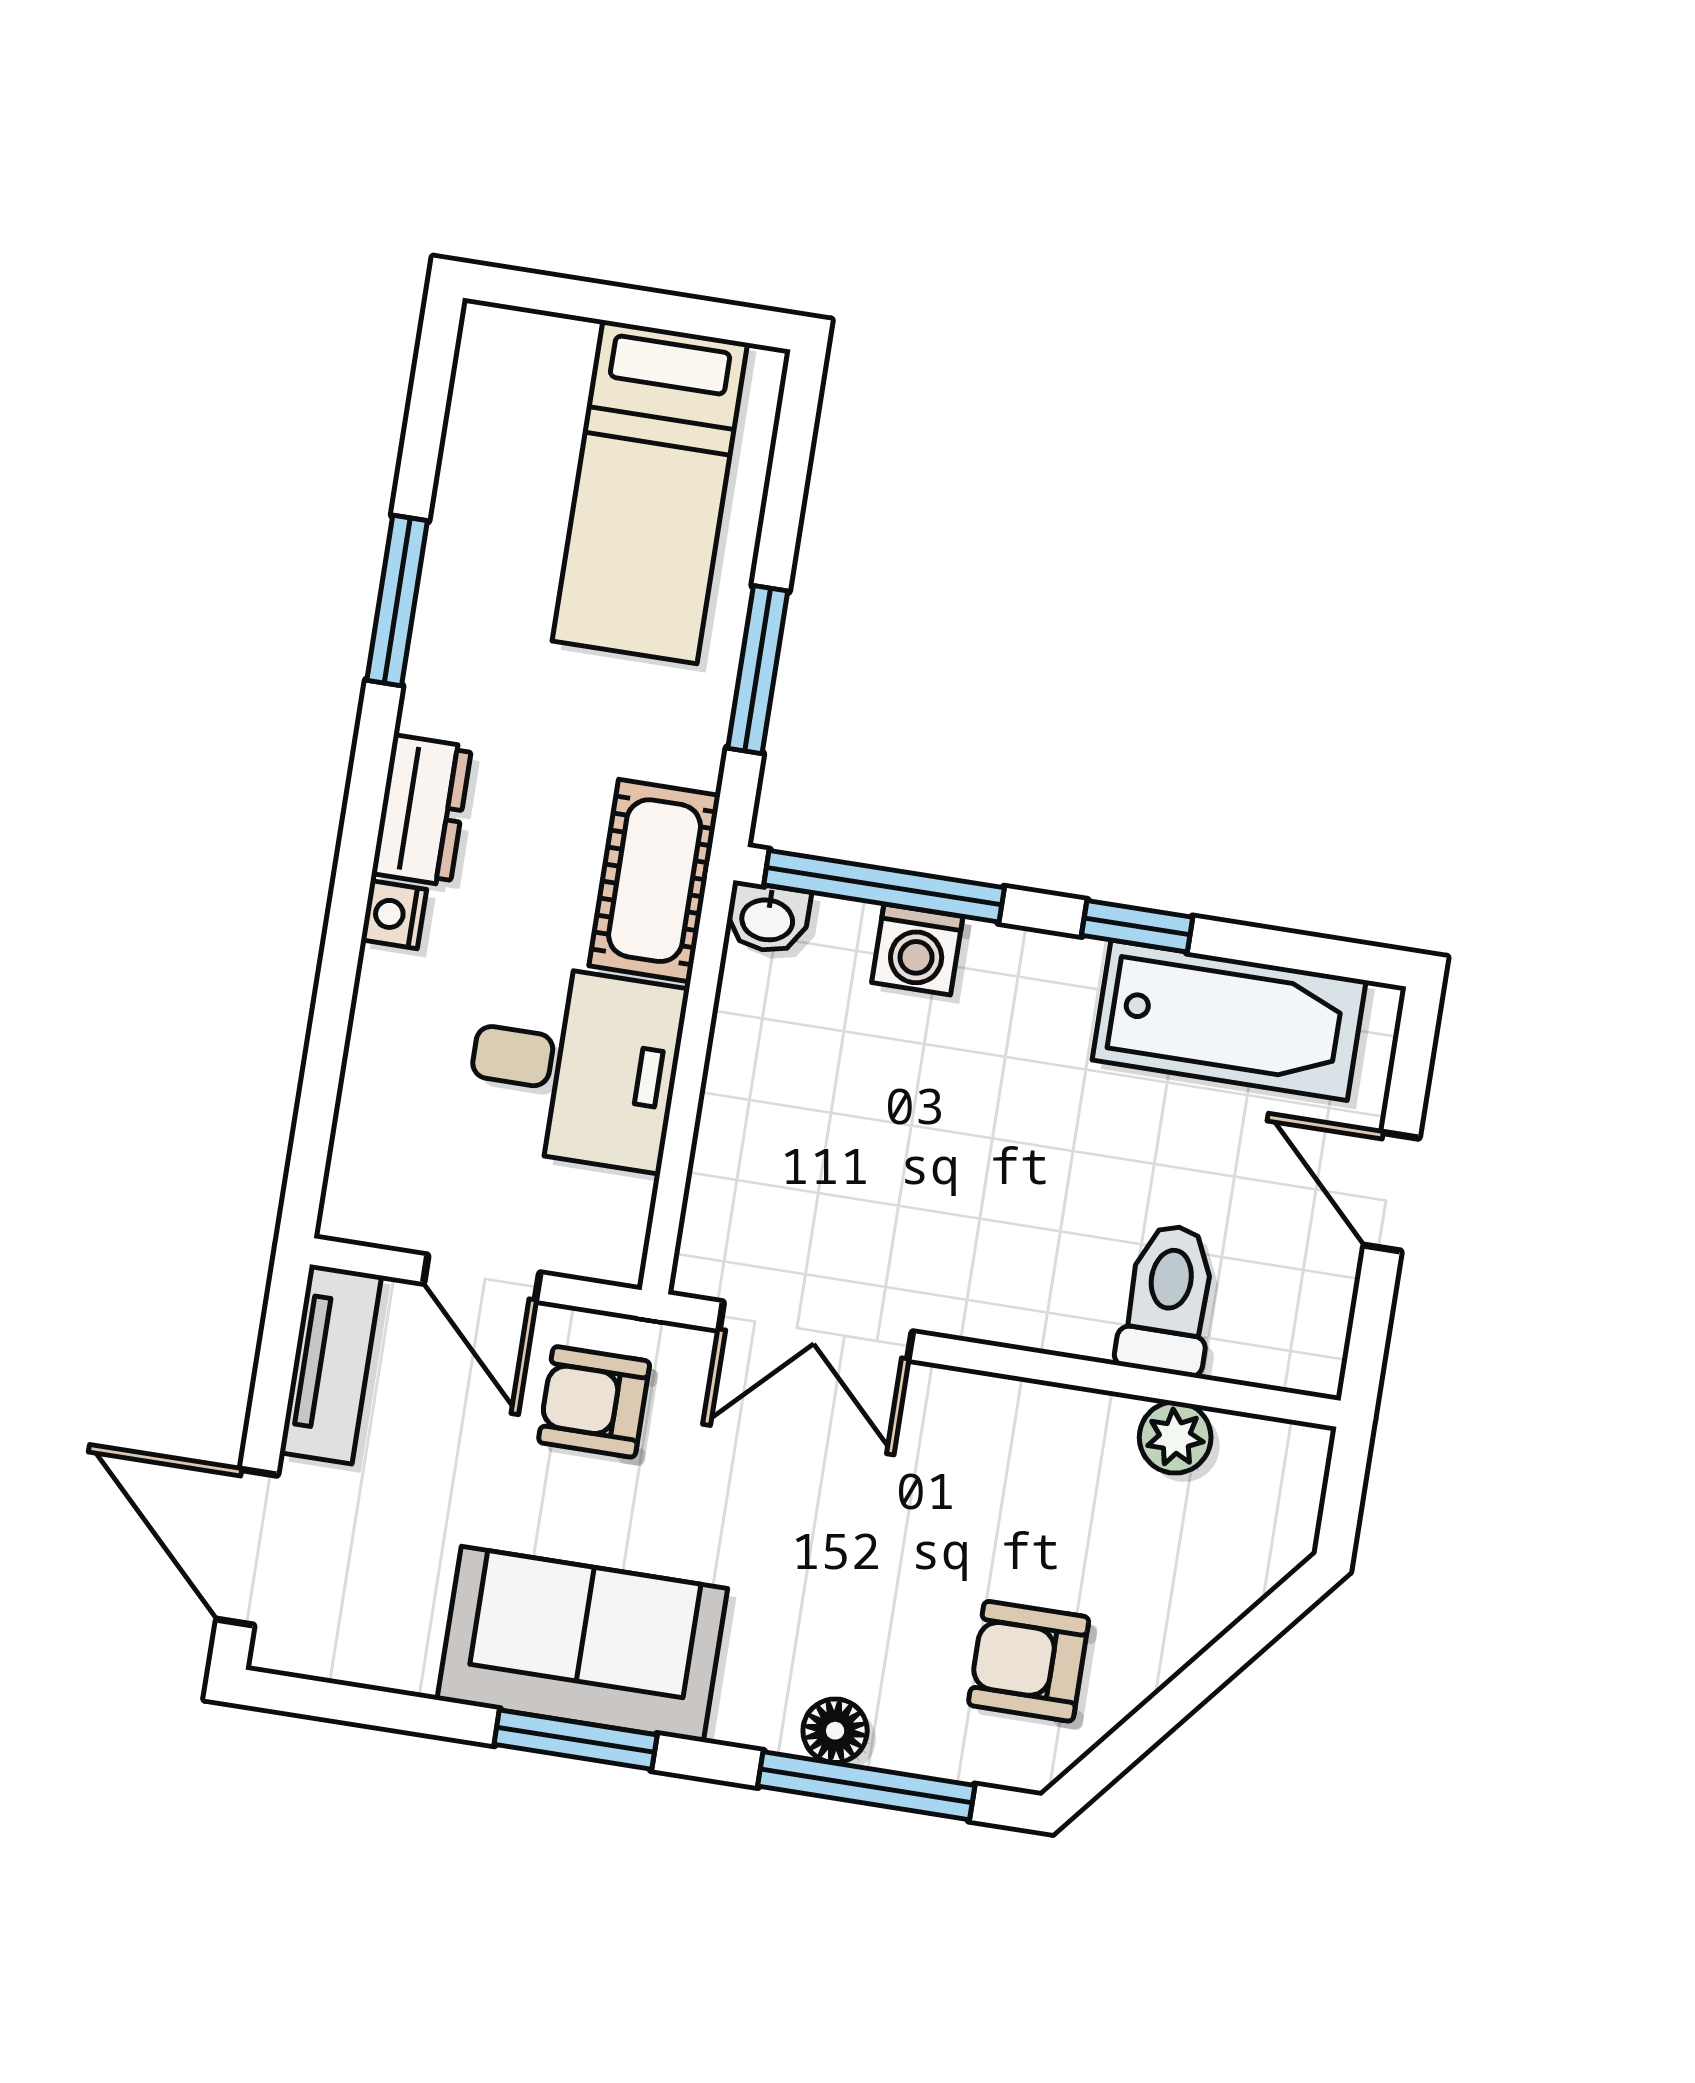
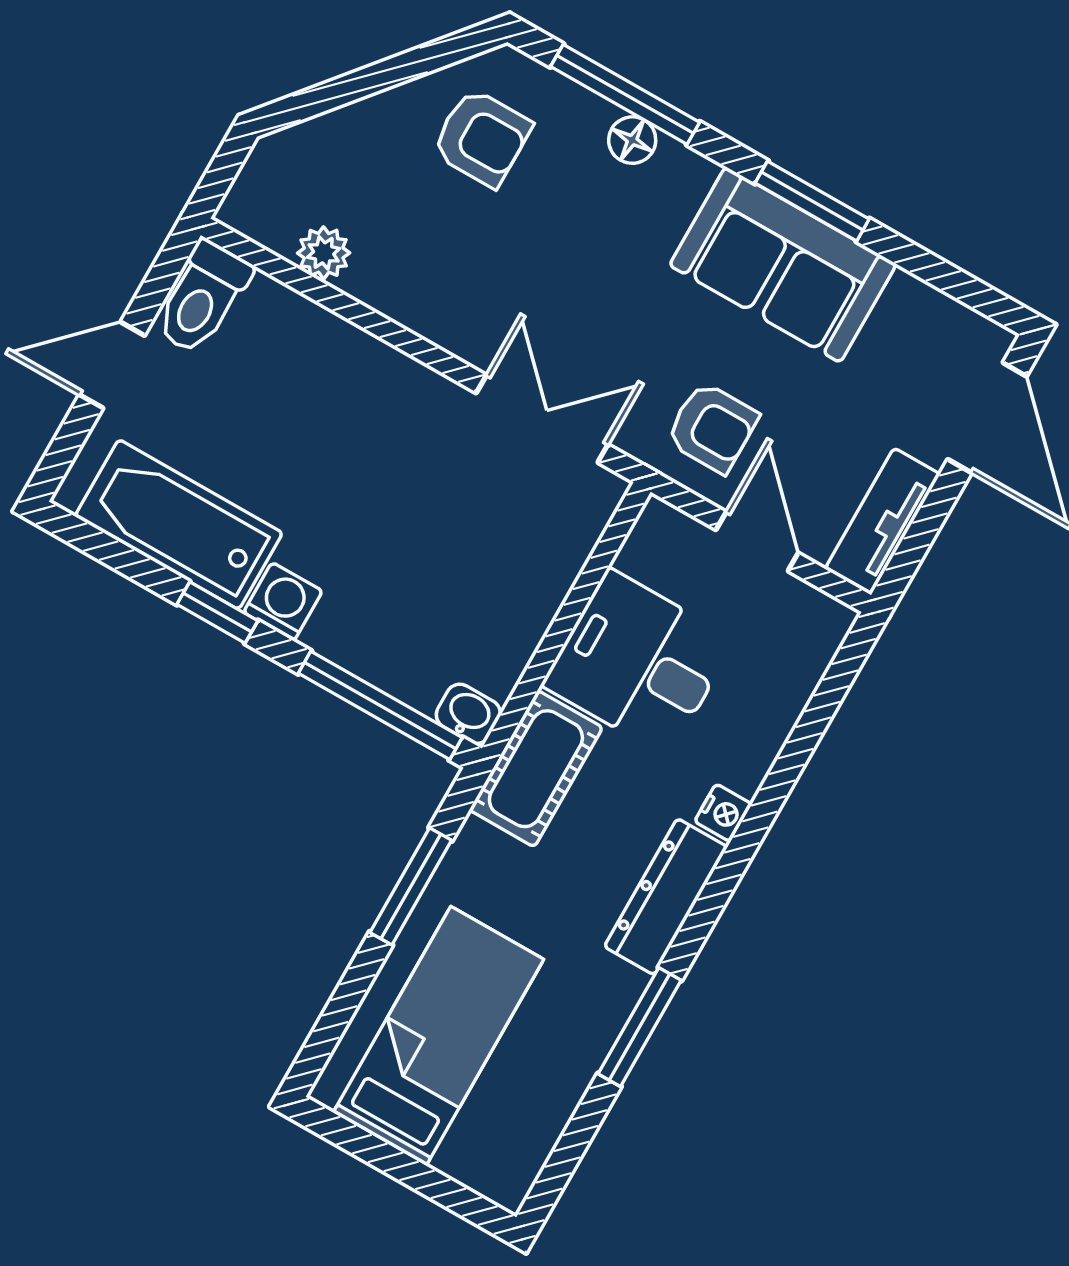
dresser: (422, 810) -> (666, 897), width x1.44
washing machine: (917, 950) -> (283, 602), moved
door: (1392, 1192) -> (112, 365), swing flipped
toilet: (1168, 1299) -> (203, 298), moved

